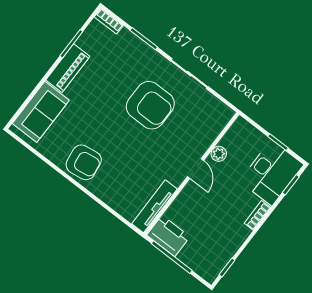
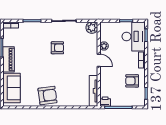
armchair: (150, 105) -> (57, 48), width x0.53, depth x0.53
plant: (222, 114) -> (92, 28), added
armchair: (220, 234) -> (132, 81), added
printer: (168, 236) -> (105, 102), width x0.53, depth x0.68

